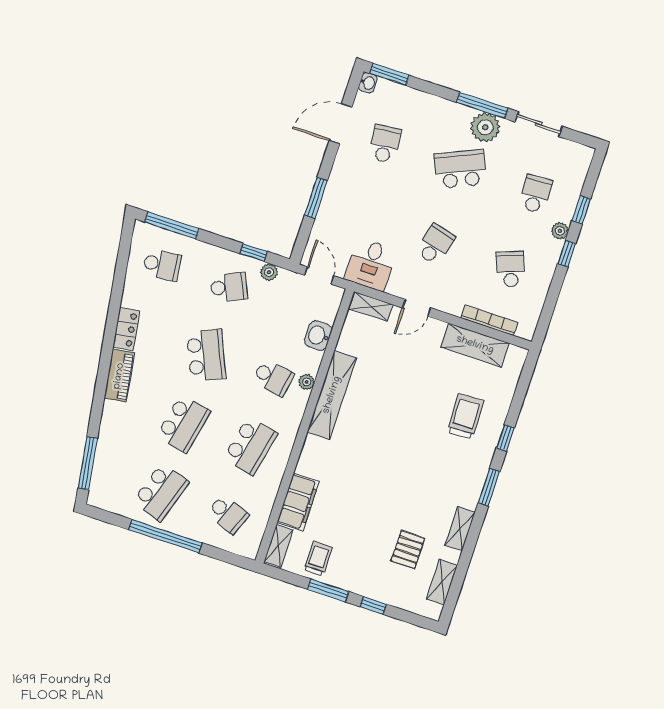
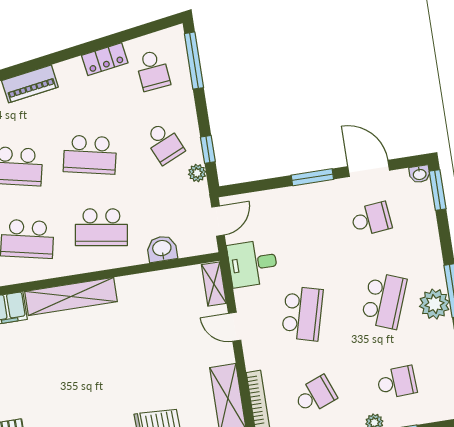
school desk: (460, 169) -> (384, 301), turned 45
window: (316, 198) -> (312, 177), moved
school desk: (435, 244) -> (302, 313), width x1.85
locker: (126, 329) -> (105, 59), moved
school desk: (206, 355) -> (90, 155), turned 36
school desk: (273, 378) -> (101, 227), width x1.85
plant: (307, 382) -> (113, 260), removed
shelving: (332, 395) -> (71, 296), moved

